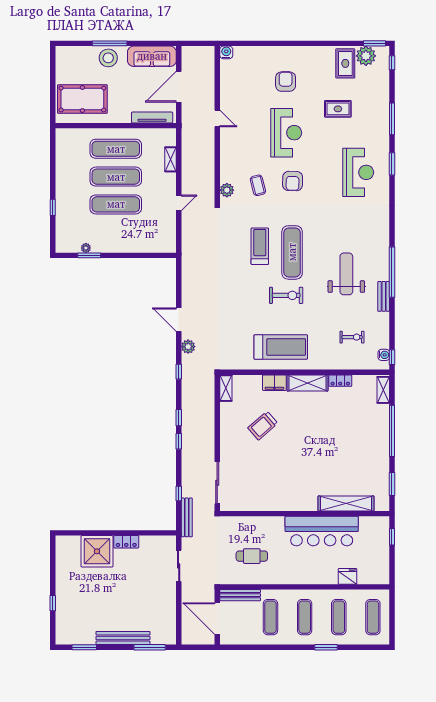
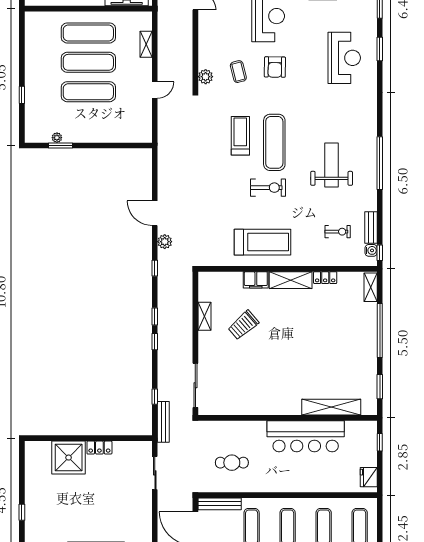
bench: (384, 296) -> (371, 227), moved
shelving: (226, 388) -> (204, 316), moved
fridge: (347, 576) -> (369, 477), moved, turned -90

